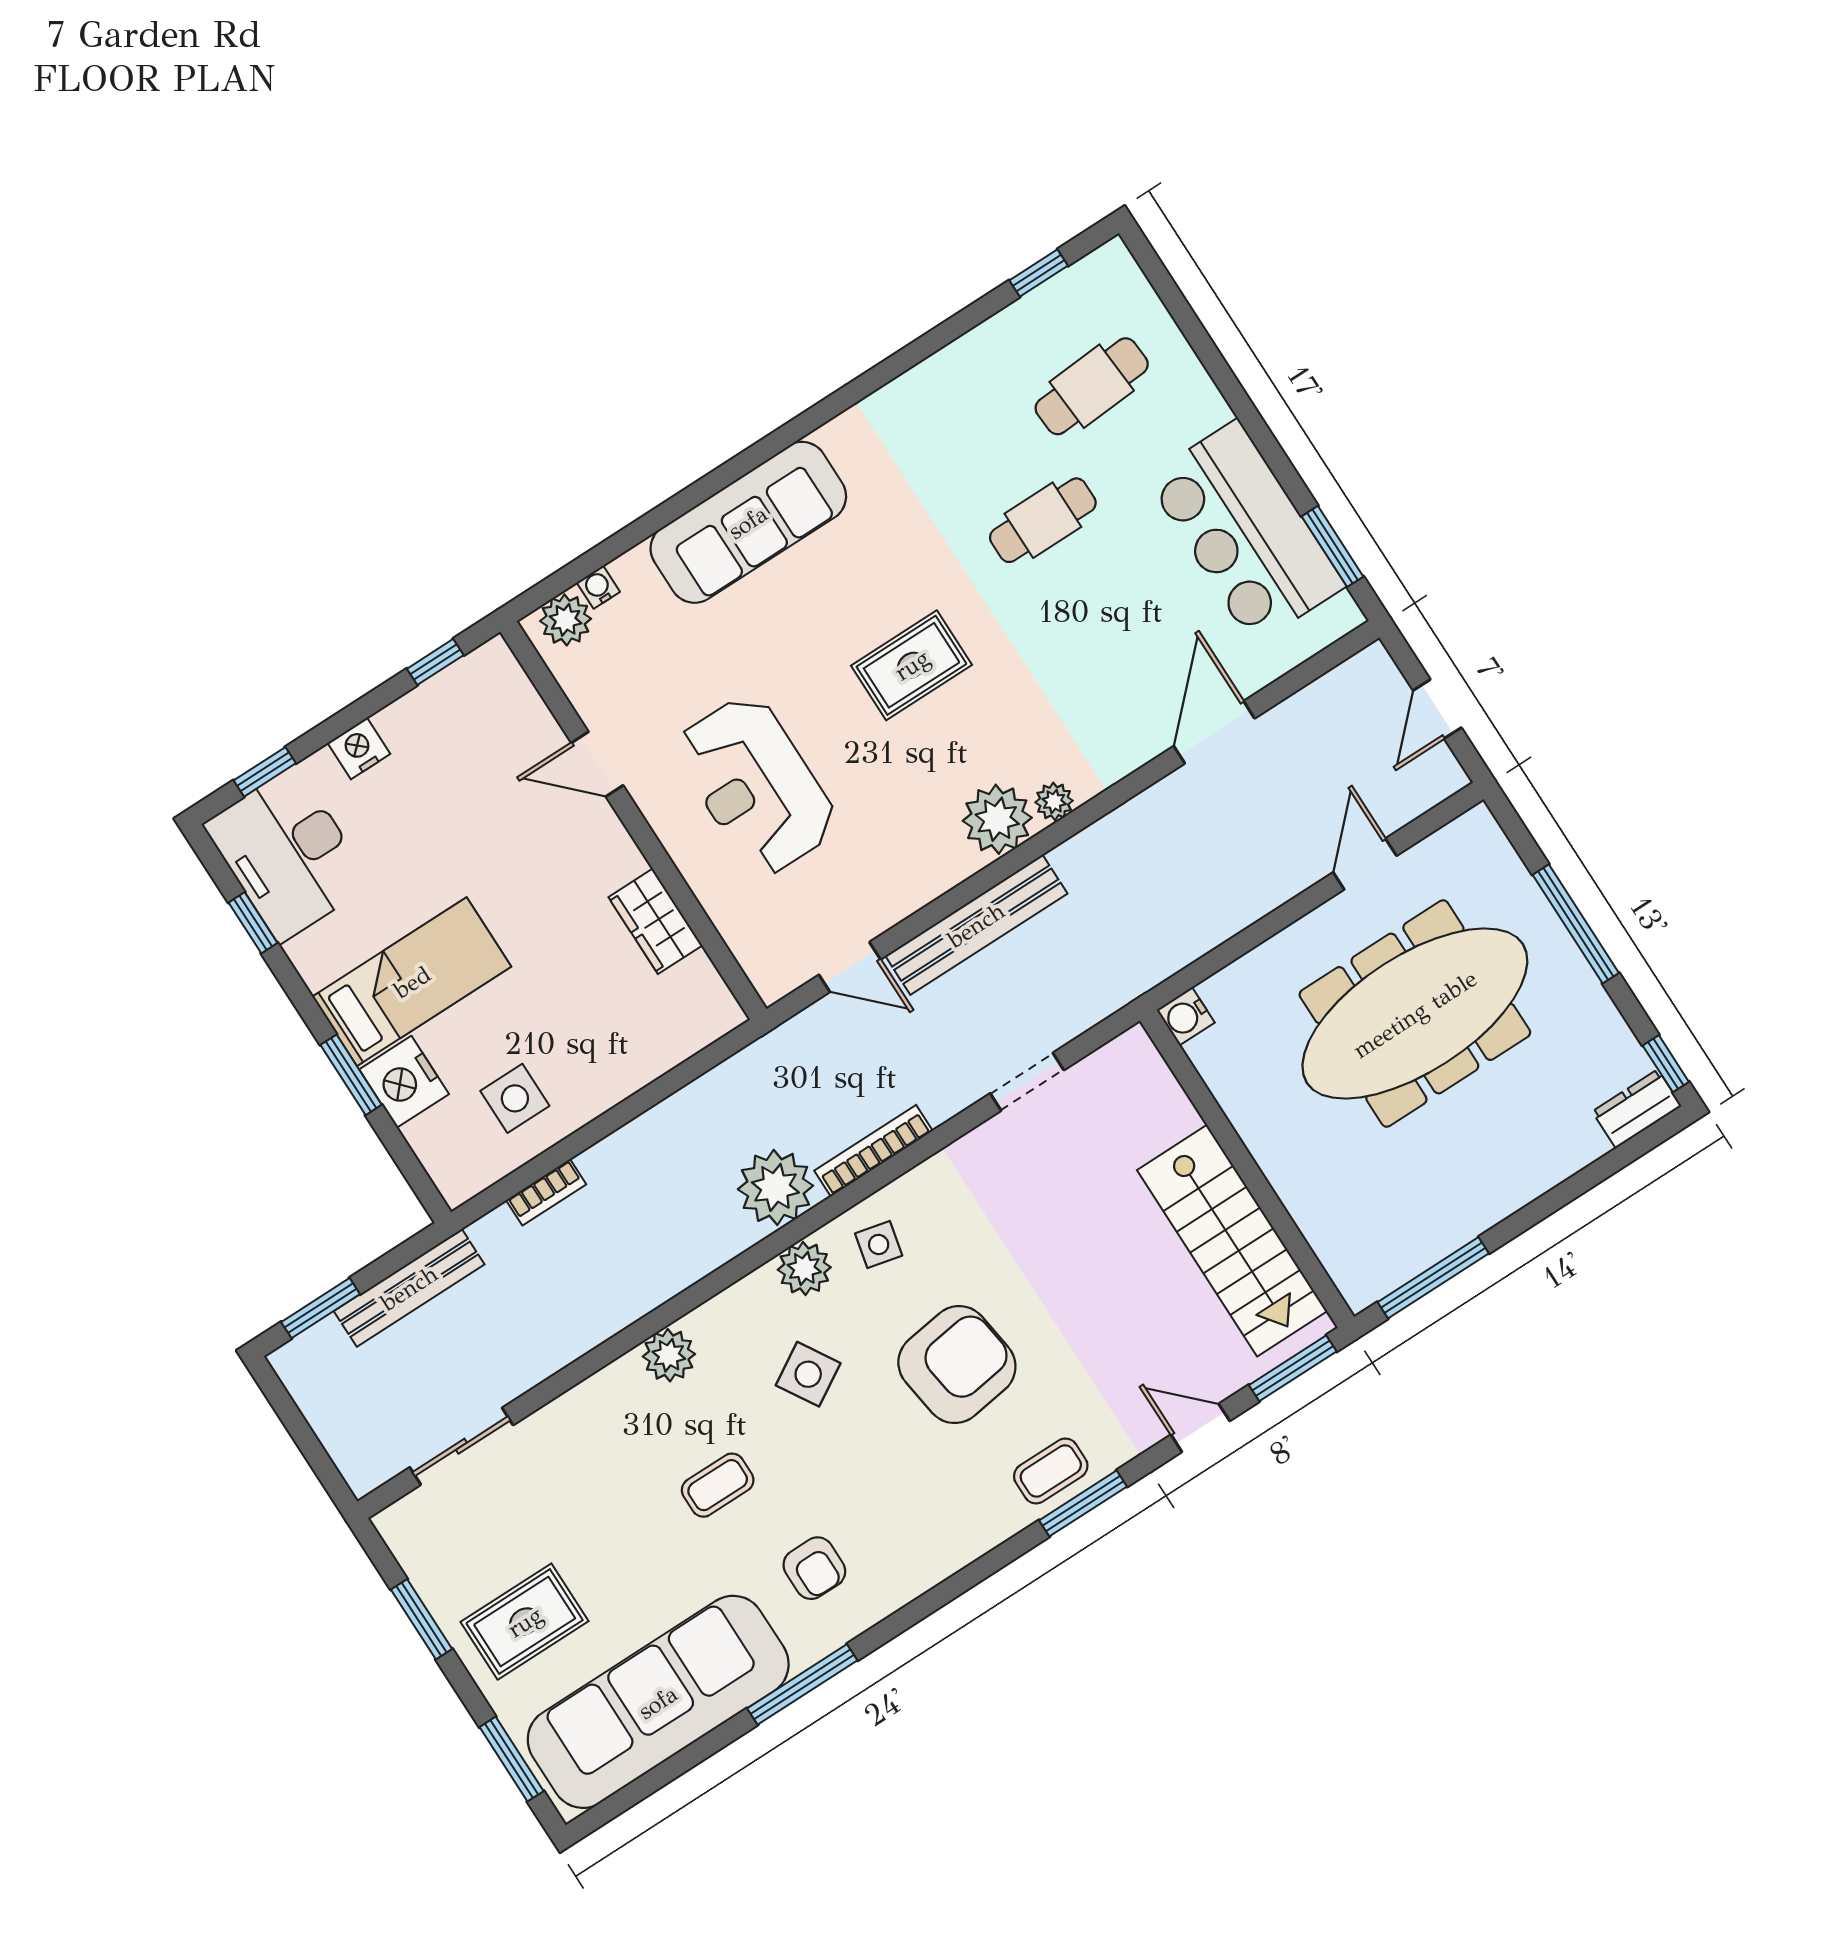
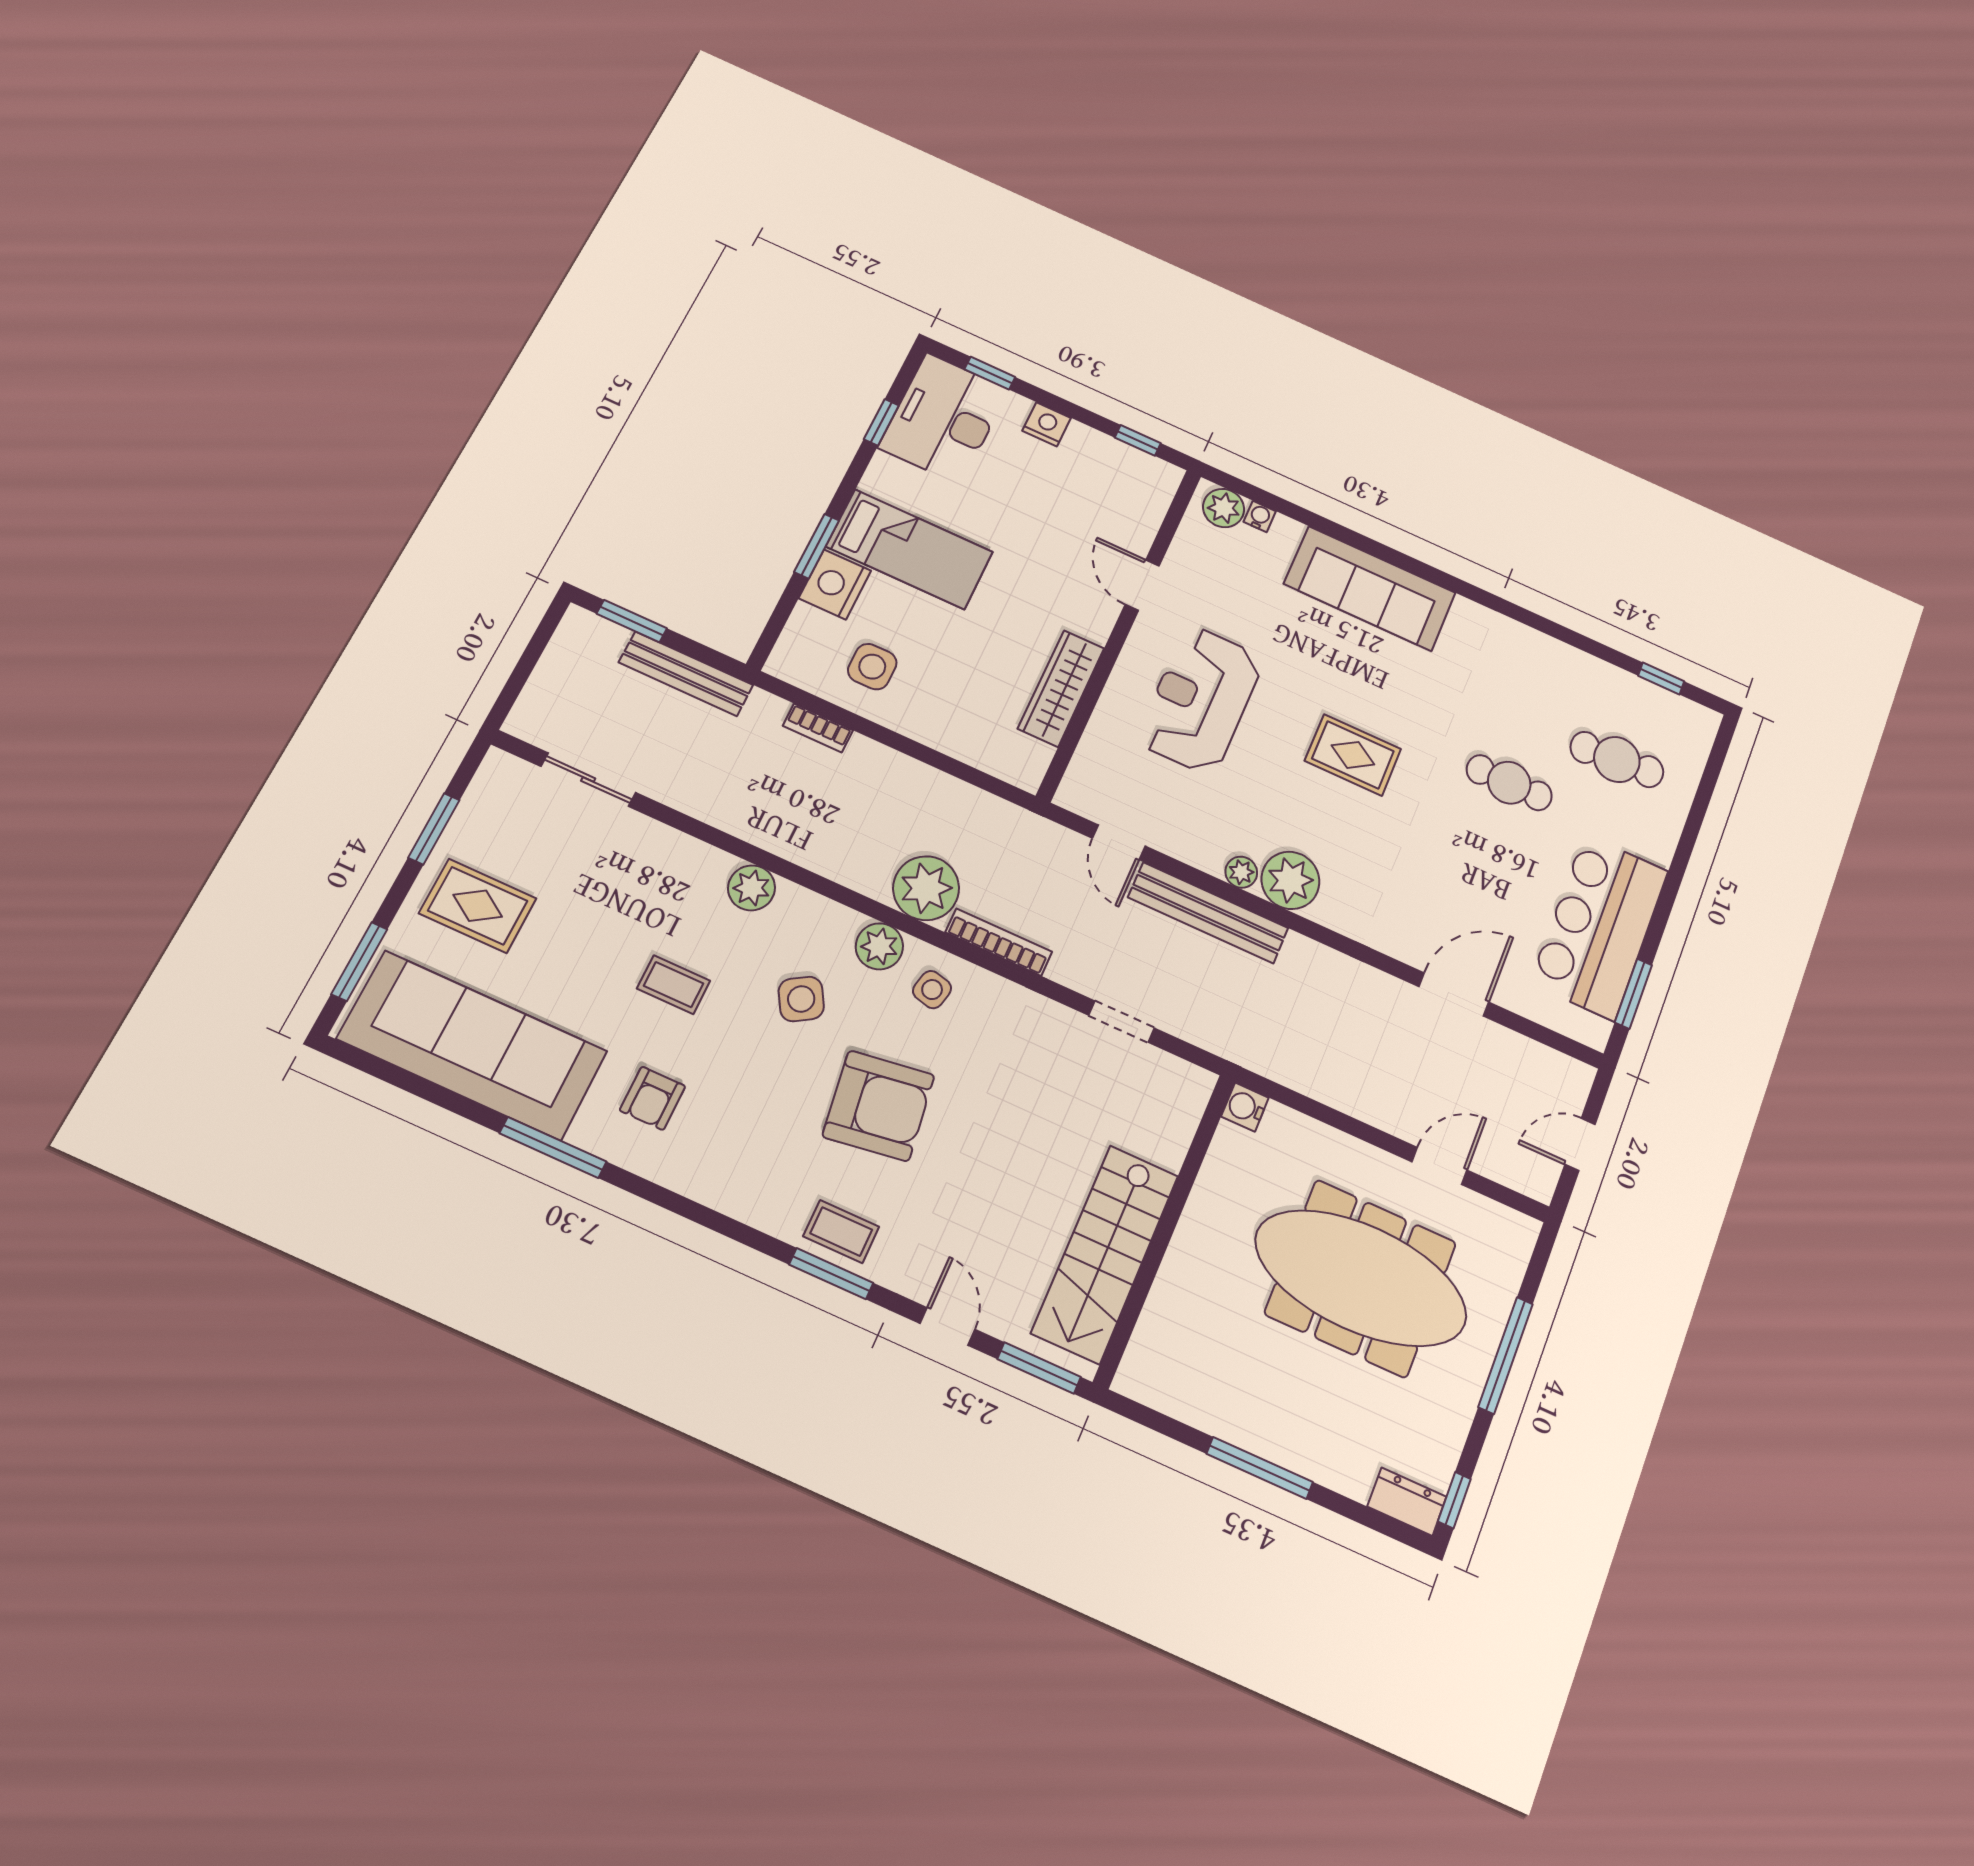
plant: (1054, 801) -> (1241, 872), moved
wardrobe: (655, 921) -> (1061, 688), width x1.50
window: (1433, 1278) -> (1260, 1468), moved

